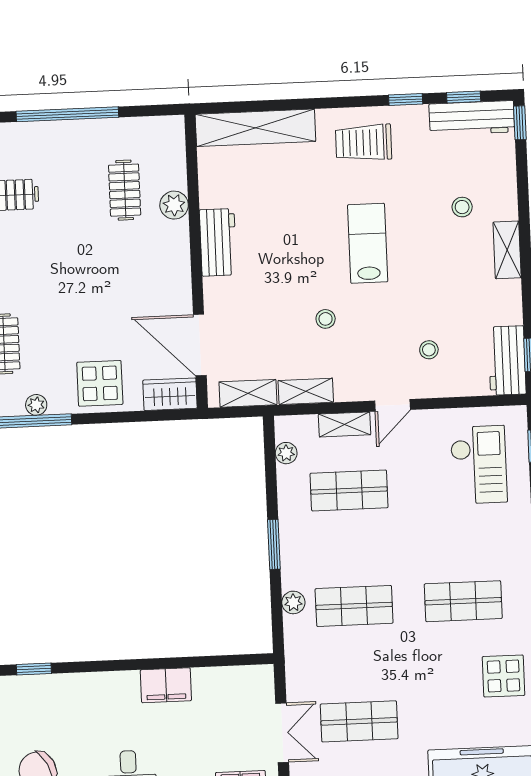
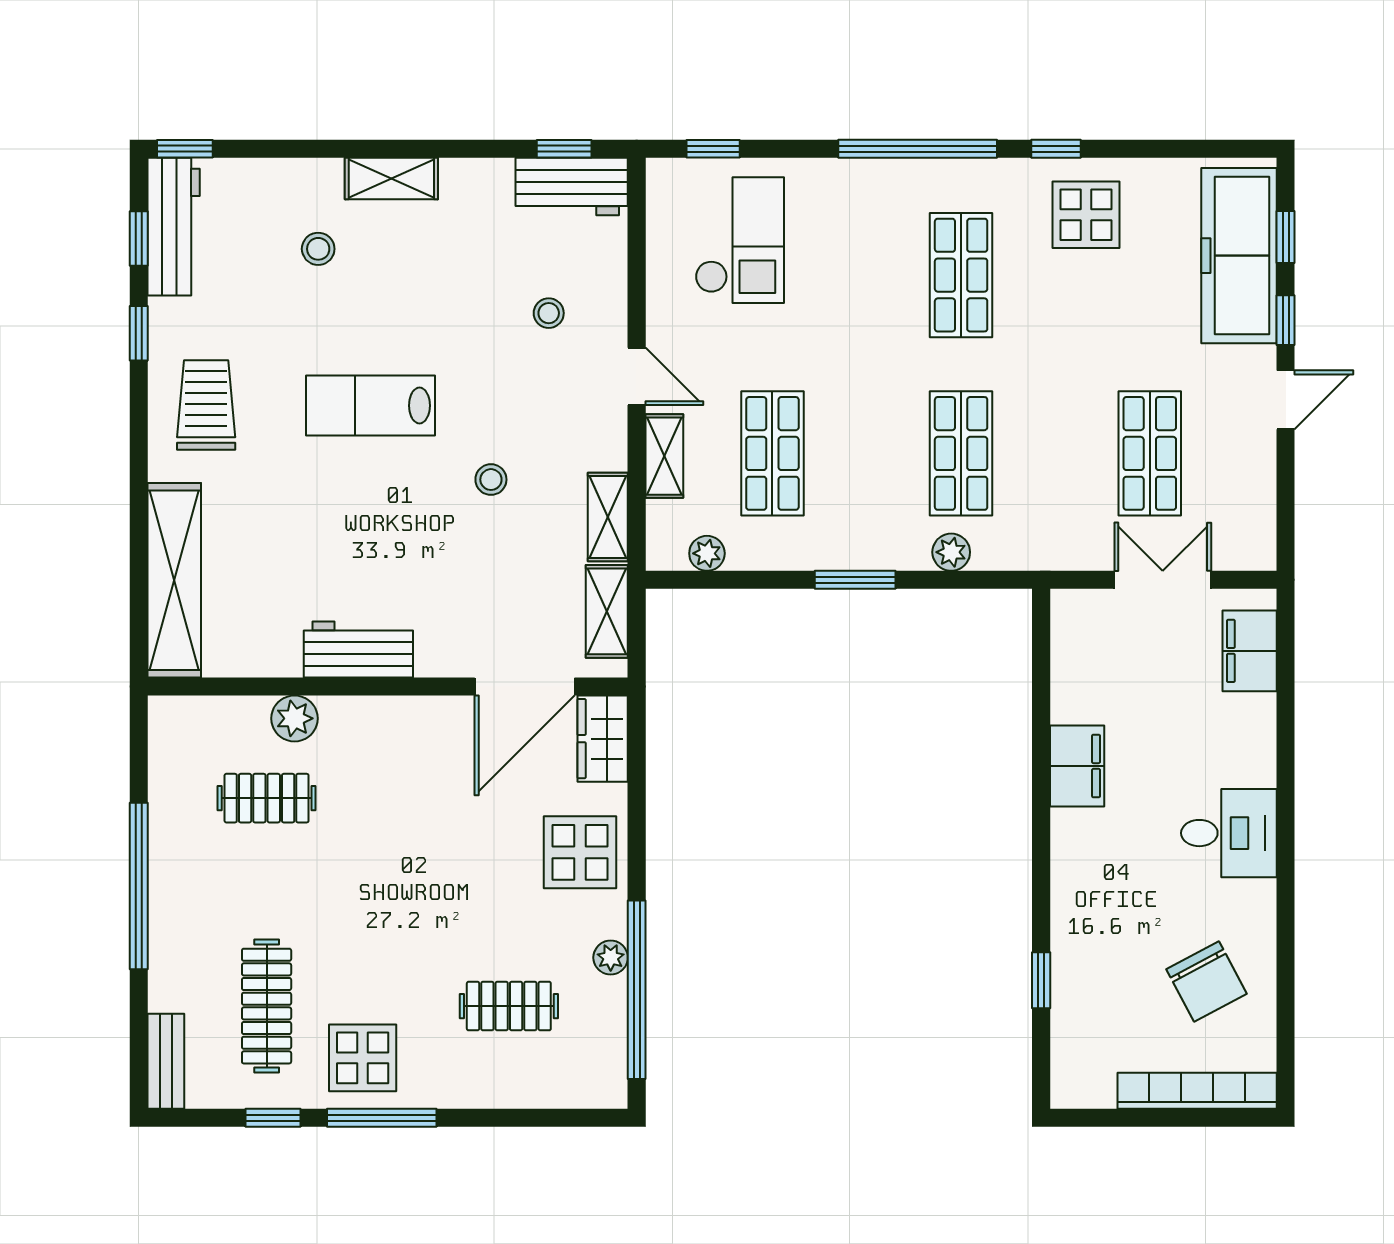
trolley: (364, 143) -> (206, 405), turned 180
checkout: (479, 465) -> (740, 240), turned 90

